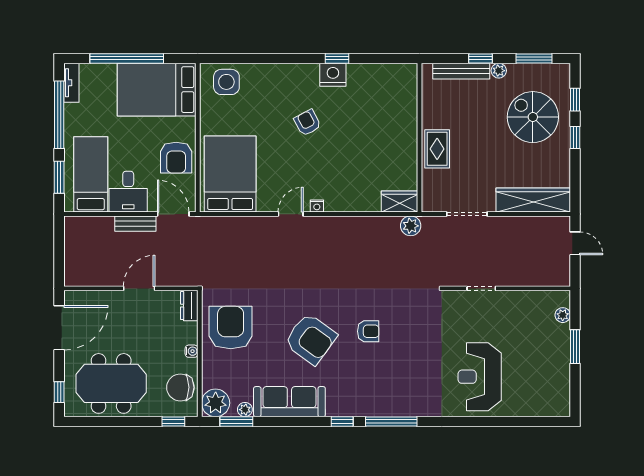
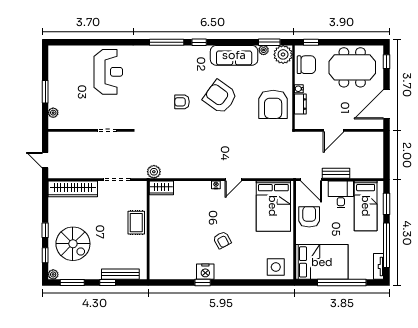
plant: (499, 71) -> (53, 274), moved
dresser: (189, 306) -> (300, 104), moved

